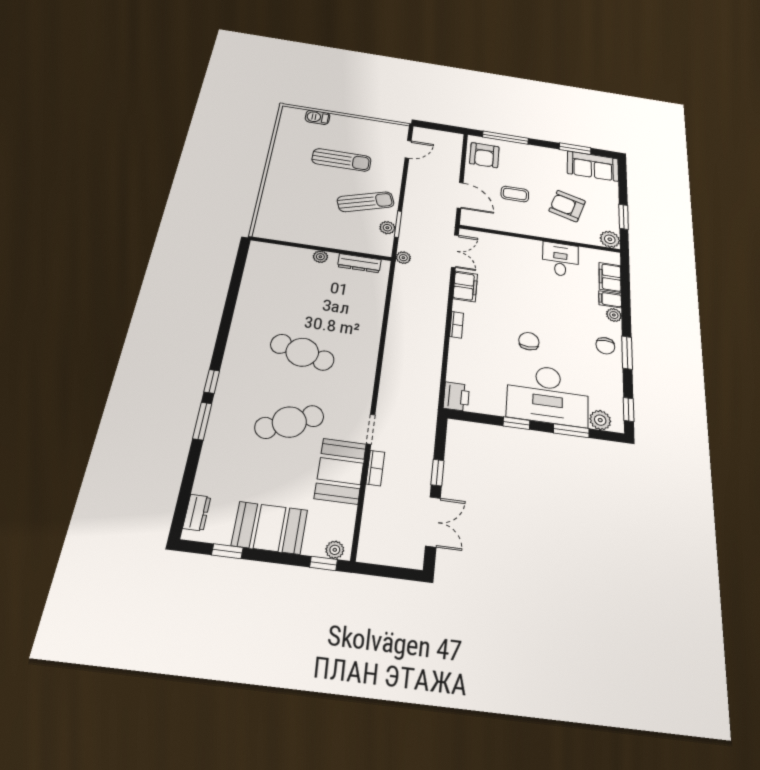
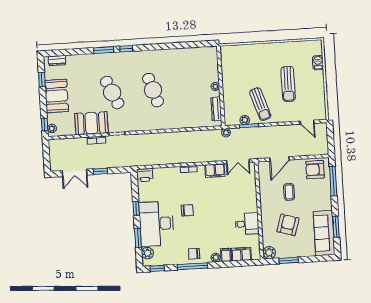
sofa: (593, 166) -> (324, 233), width x1.36
cafe table: (302, 352) -> (153, 90), turned -33
window: (627, 353) -> (192, 266), width x1.44

